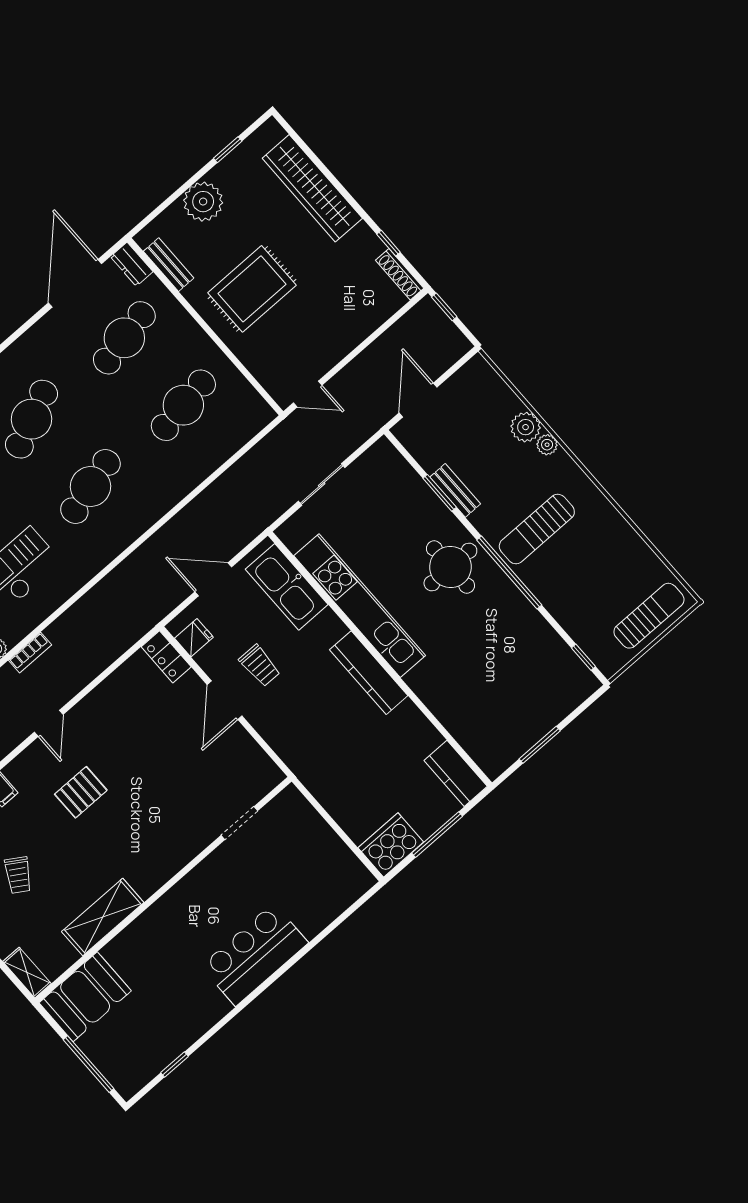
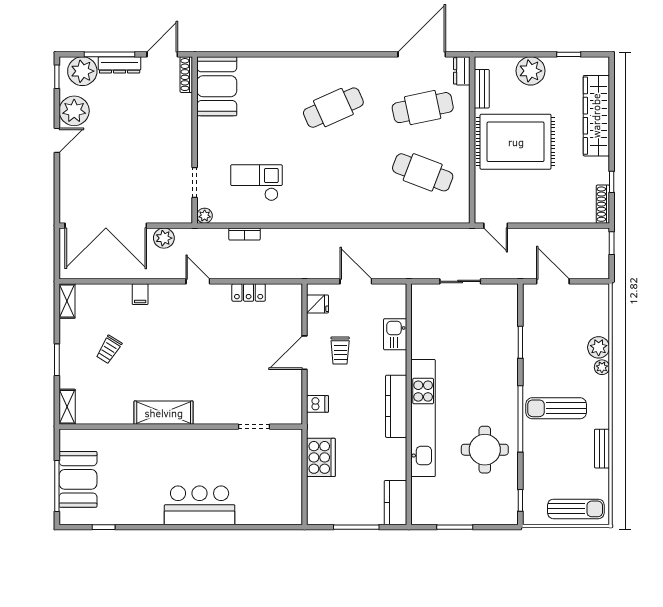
rug: (252, 289) -> (516, 142), width x1.37, depth x1.44
door: (418, 400) -> (553, 281), hinge flipped
cafe table: (183, 405) -> (423, 172), turned 30
cafe table: (90, 487) -> (333, 172), removed
bench: (455, 490) -> (602, 449), moved
round table: (450, 567) -> (485, 450), moved
kitchen sink: (287, 587) -> (395, 334), width x0.53, depth x0.81
kitchen unit: (360, 606) -> (423, 418), moved
bookcase: (30, 653) -> (245, 234), moved
locker: (166, 657) -> (249, 293), moved, turned -90
door: (49, 723) -> (198, 281), swing flipped
dishwasher: (285, 742) -> (318, 404), added
pallet: (81, 792) -> (182, 334), removed
cooker: (391, 845) -> (321, 457), moved, turned 90
shelving: (103, 917) -> (164, 413), moved
booth: (85, 997) -> (78, 479), moved, turned 90

